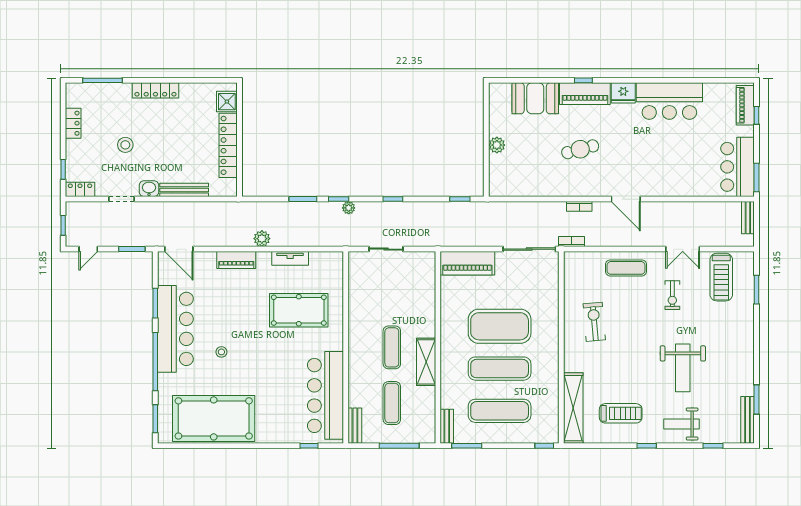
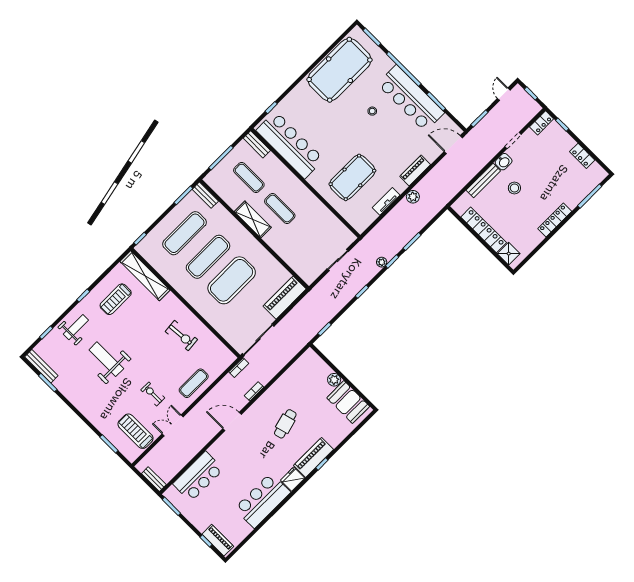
booth: (535, 98) -> (348, 402), moved, turned 90
stool: (125, 145) -> (514, 188), moved
bar counter: (737, 167) -> (198, 477), moved, turned 90

